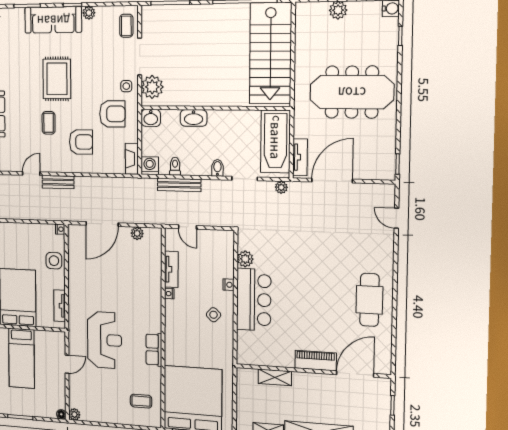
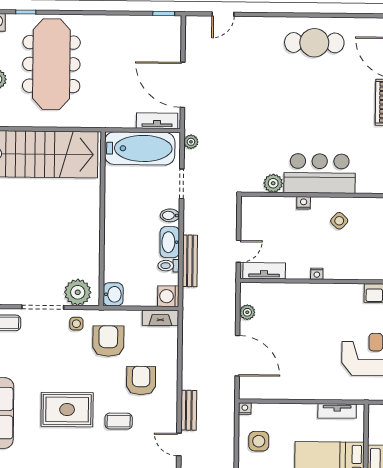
meeting table: (352, 92) -> (51, 64), moved
washbasin: (194, 118) -> (170, 242), moved, turned 180
side table: (54, 261) -> (259, 441), moved
tv unit: (171, 269) -> (264, 271), moved

